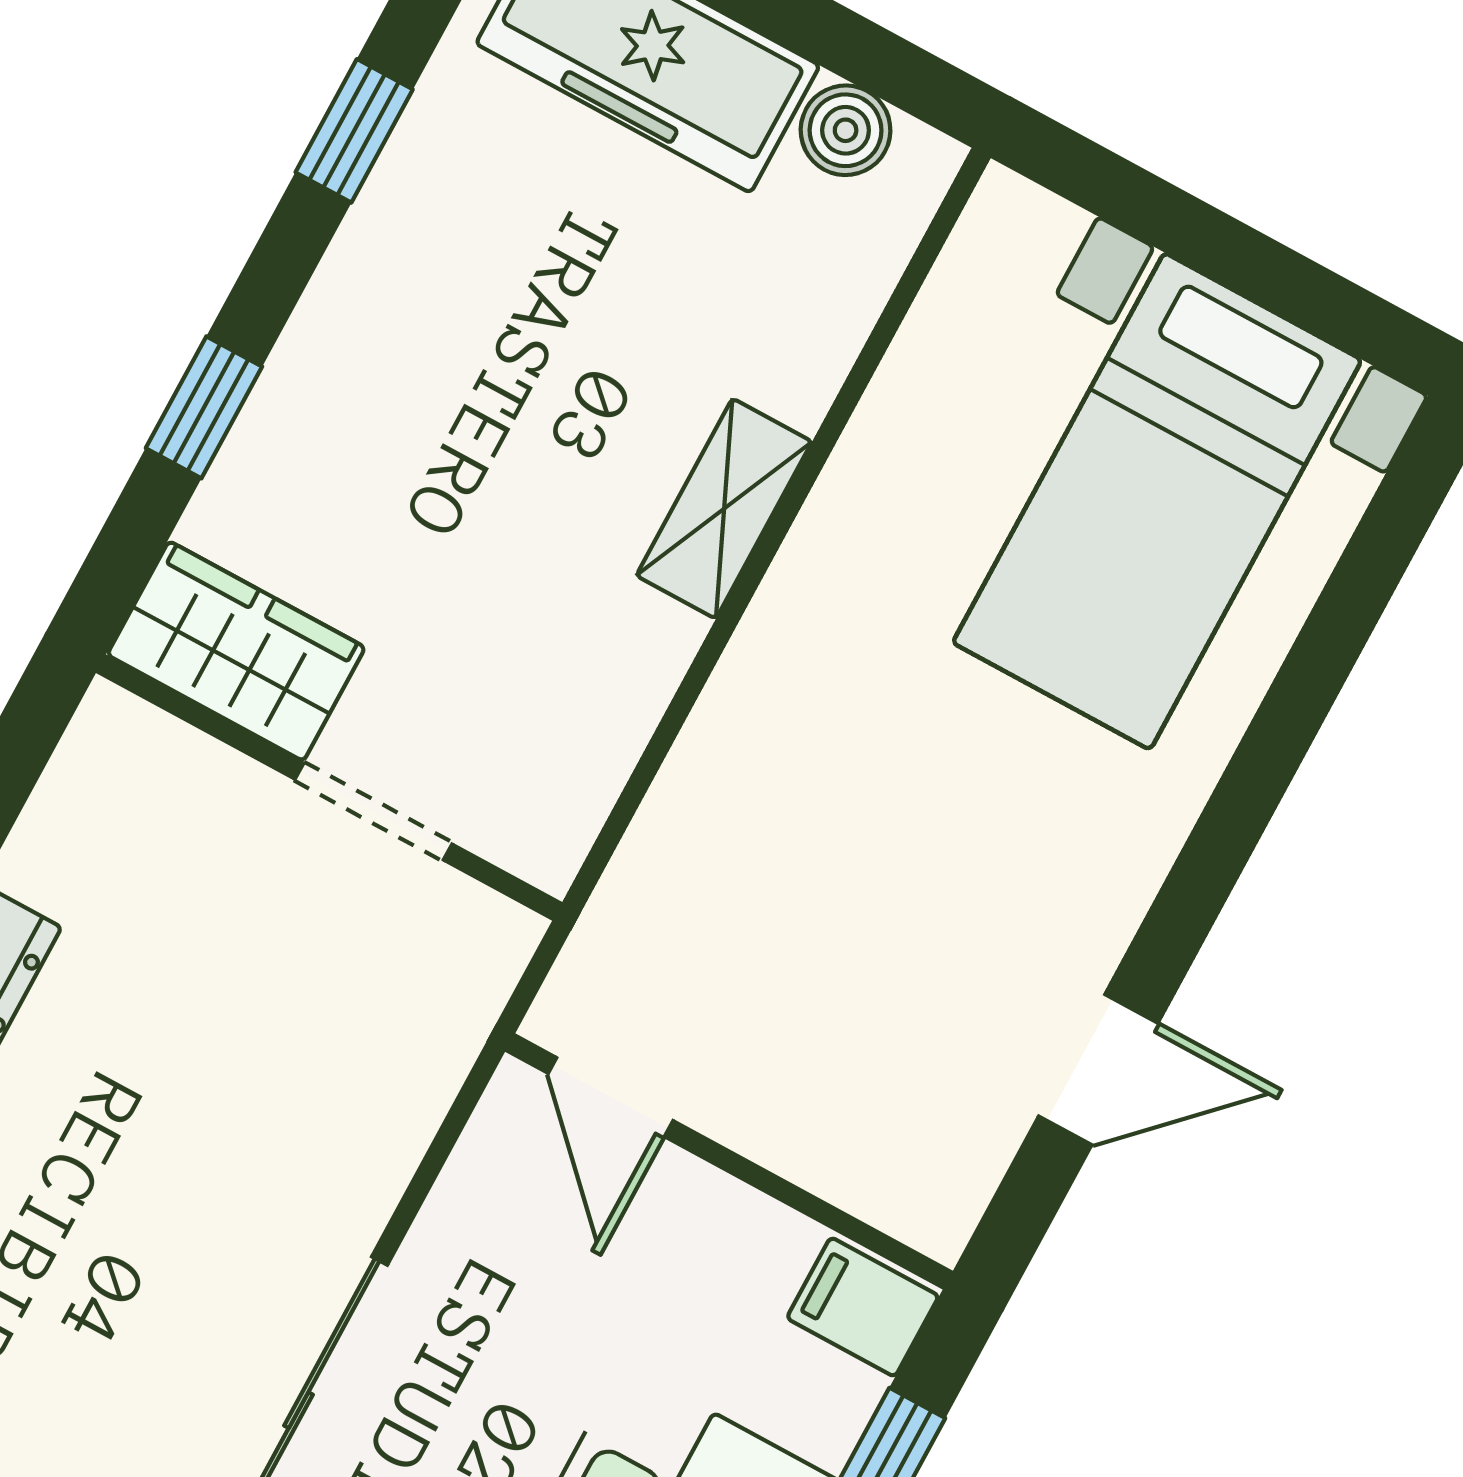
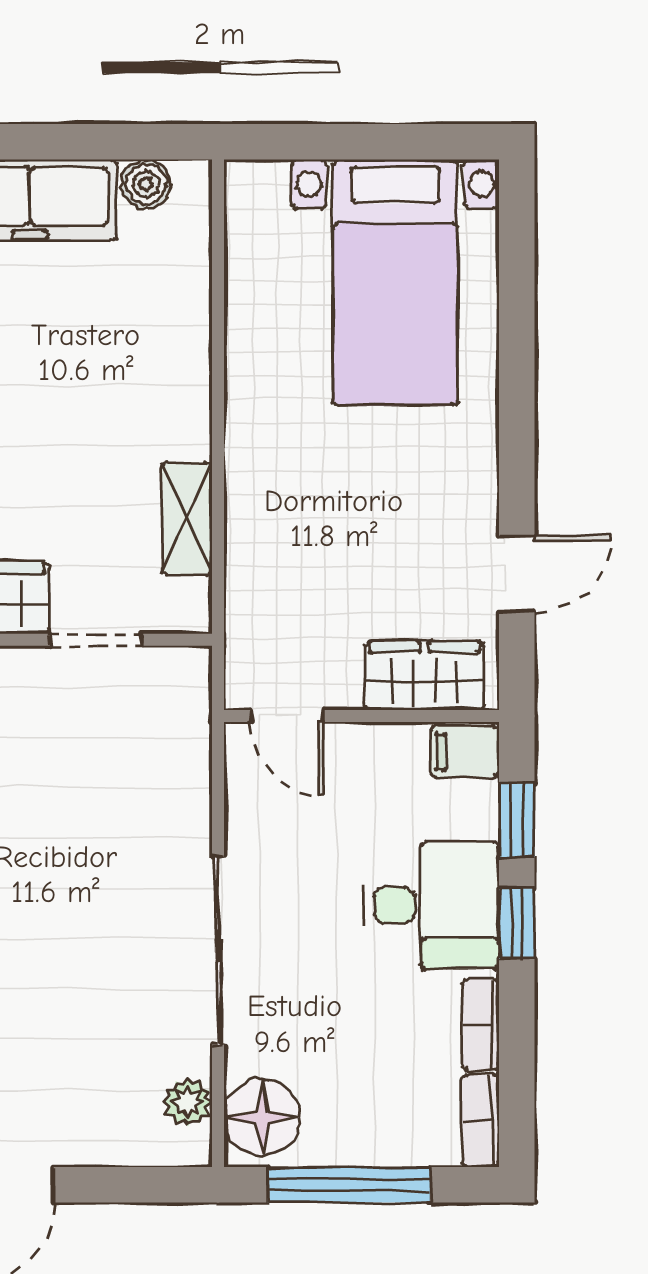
shelving: (724, 509) -> (187, 519), moved
wardrobe: (864, 1152) -> (425, 676), added

